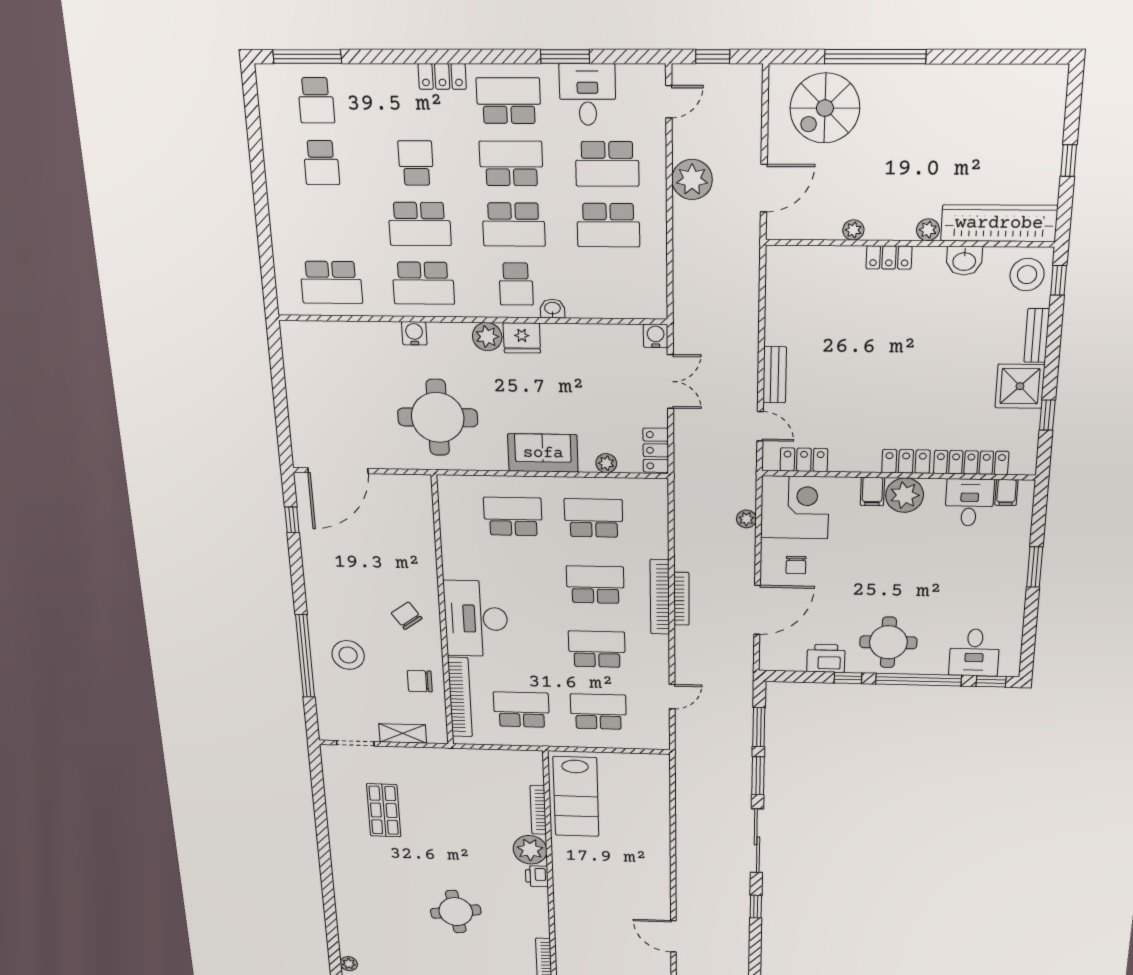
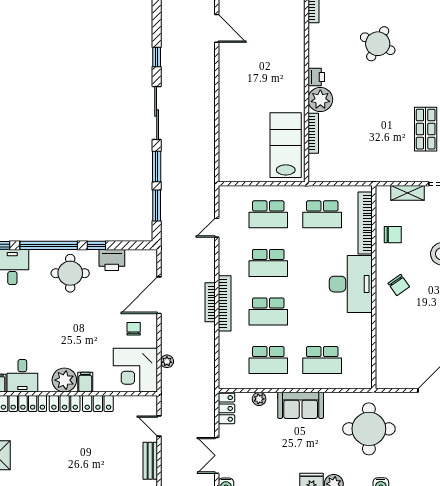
locker: (804, 460) -> (98, 403), moved
round table: (456, 912) -> (378, 44), turned 35

